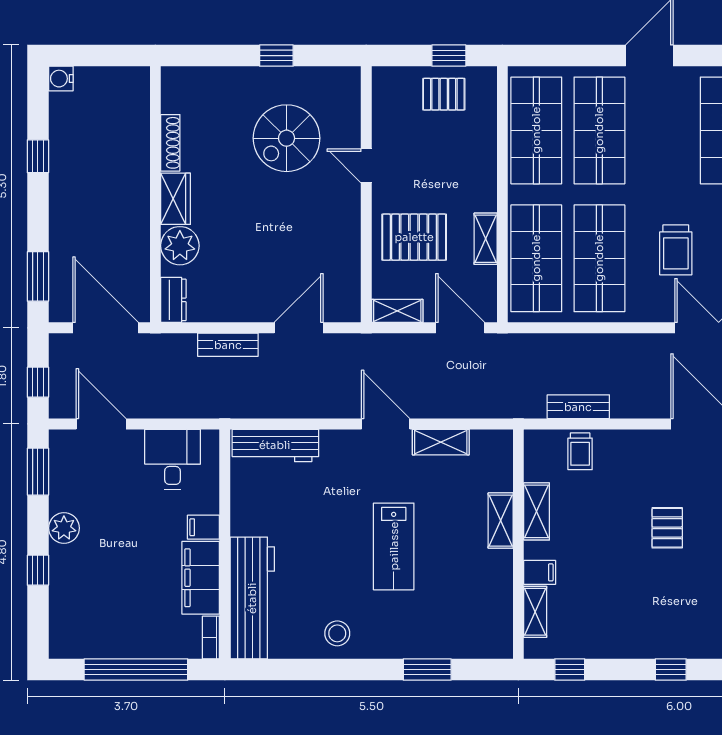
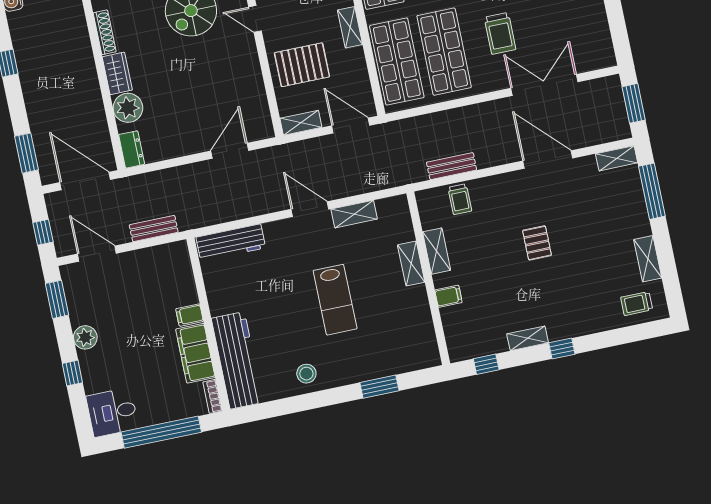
shelving: (486, 239) -> (350, 27), moved
bench: (228, 345) -> (154, 229), moved
desk: (172, 459) -> (112, 412), moved, turned -90
shelving: (535, 612) -> (528, 338), moved, turned 90

